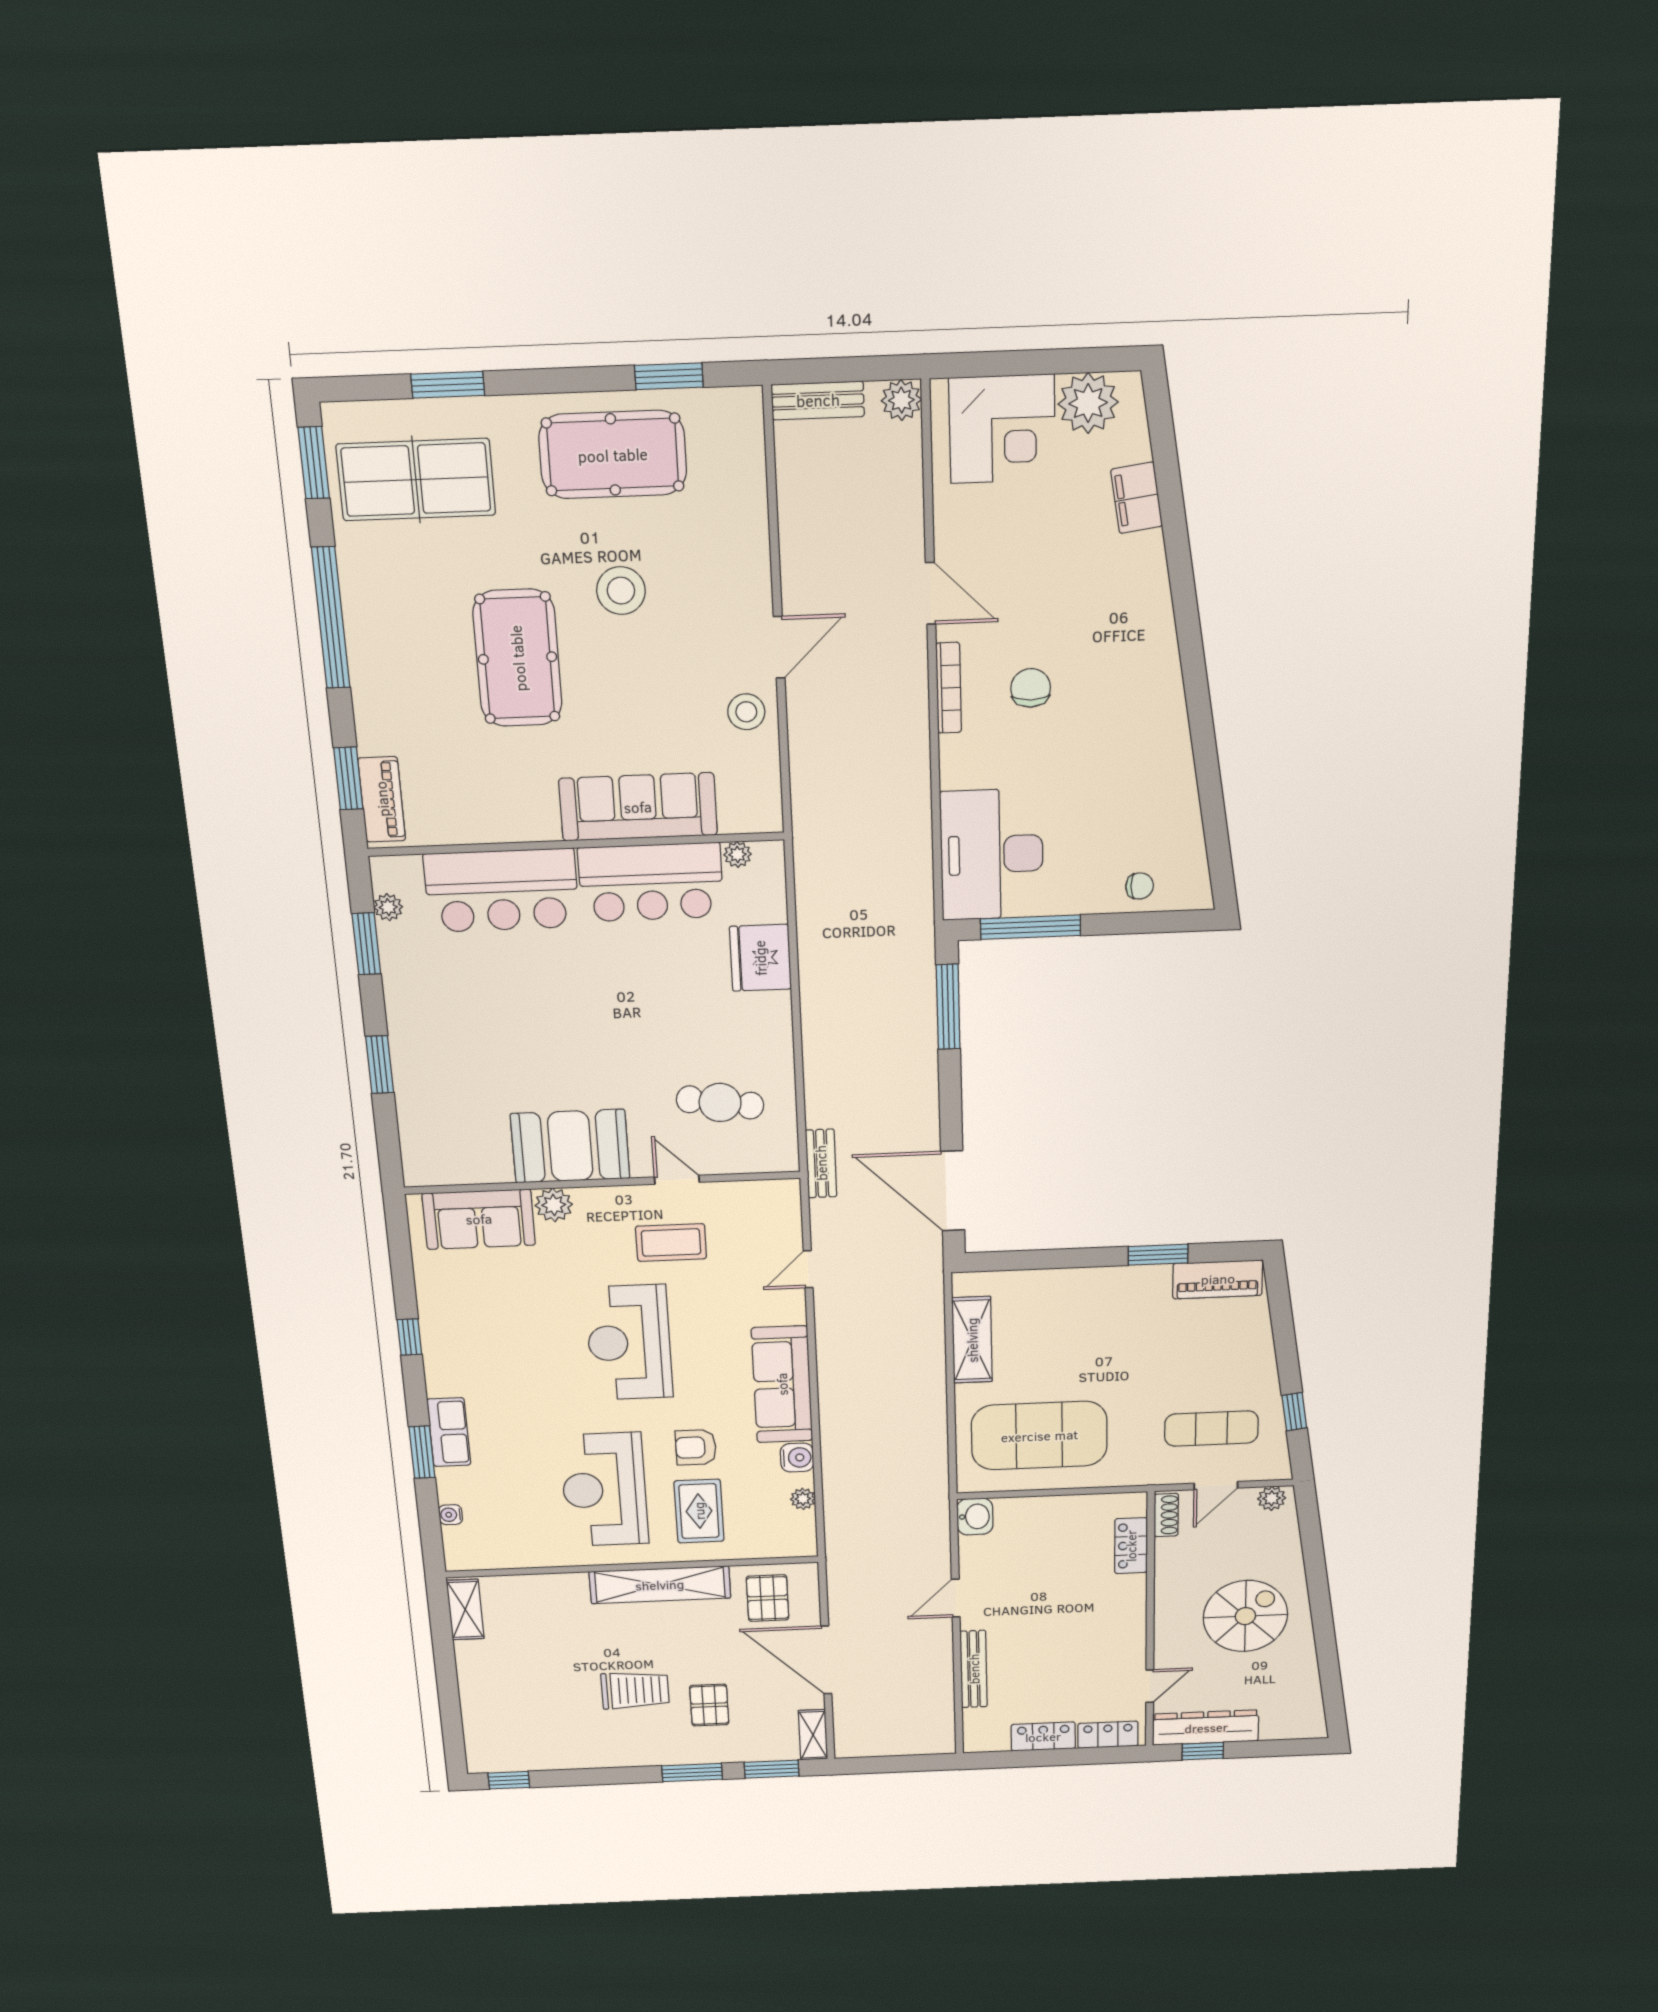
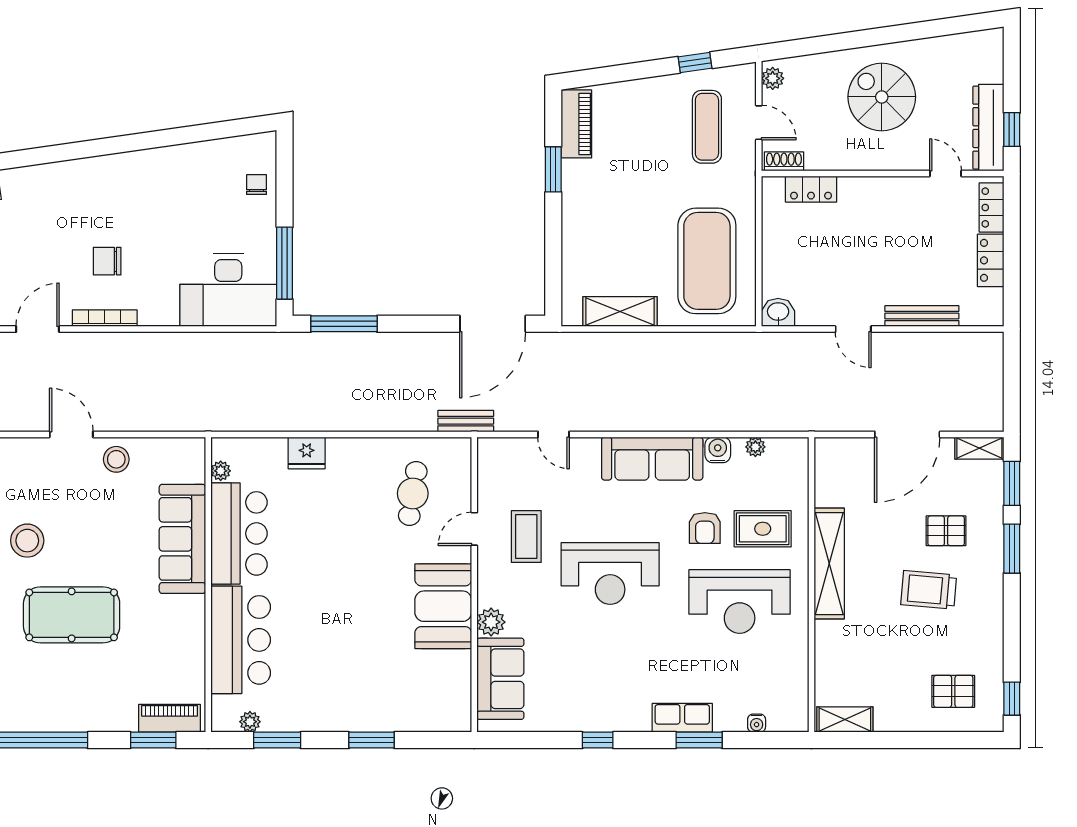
fridge: (760, 958) -> (307, 453), width x0.73, depth x0.75
pallet: (768, 1598) -> (953, 691), moved
trolley: (635, 1690) -> (929, 590), turned -85

